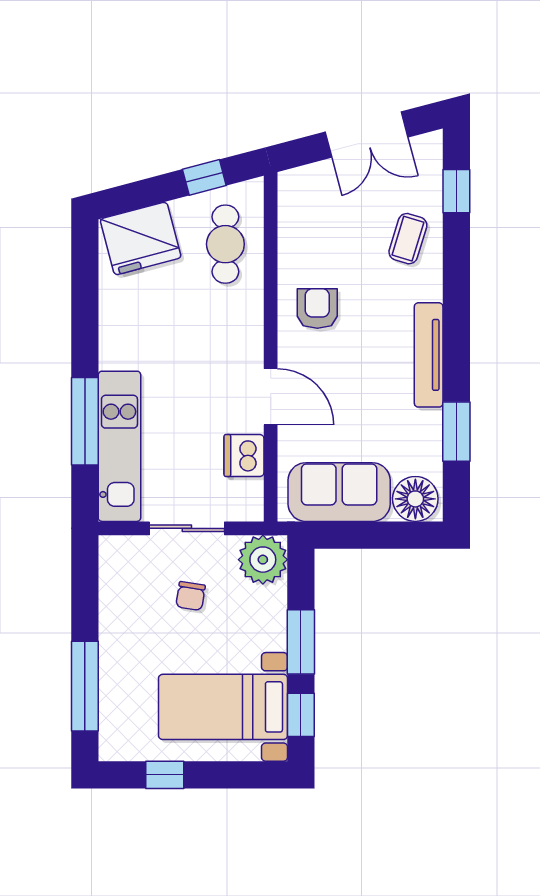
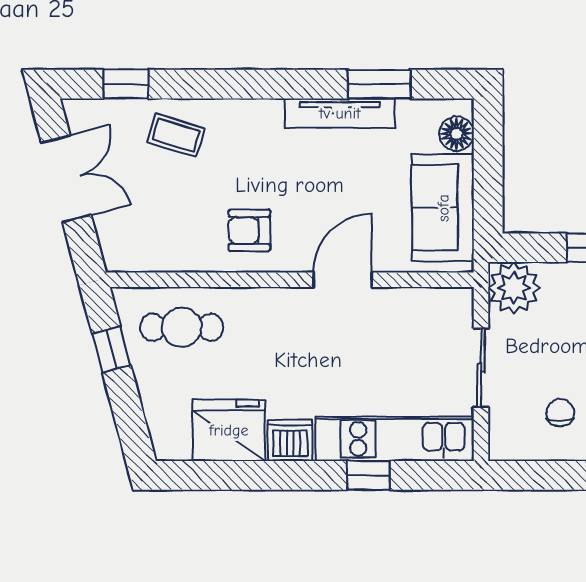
fridge: (141, 238) -> (229, 430), moved, turned -75
tv unit: (429, 355) -> (340, 113), moved
window: (85, 421) -> (368, 475), width x0.46
dishwasher: (244, 455) -> (290, 440), moved, turned 180
floor lamp: (415, 499) -> (457, 134), width x0.73, depth x0.73
chair: (191, 596) -> (560, 413), moved, turned -99

